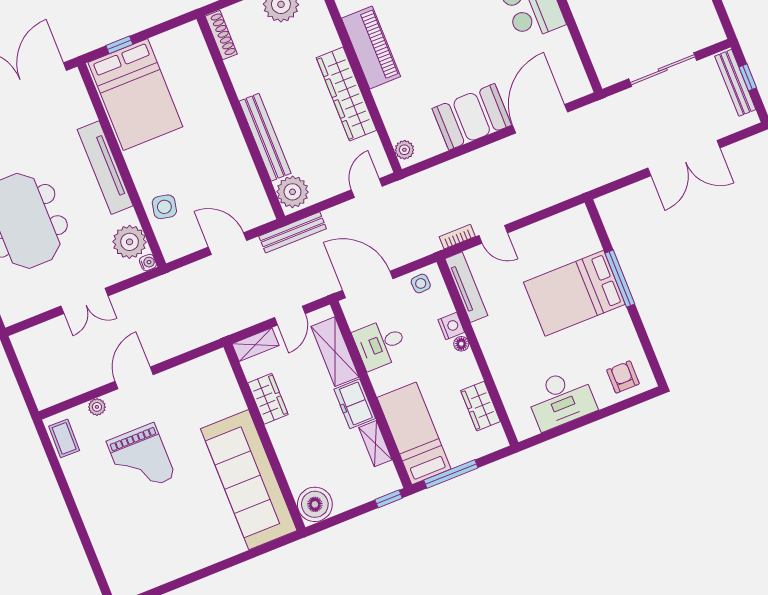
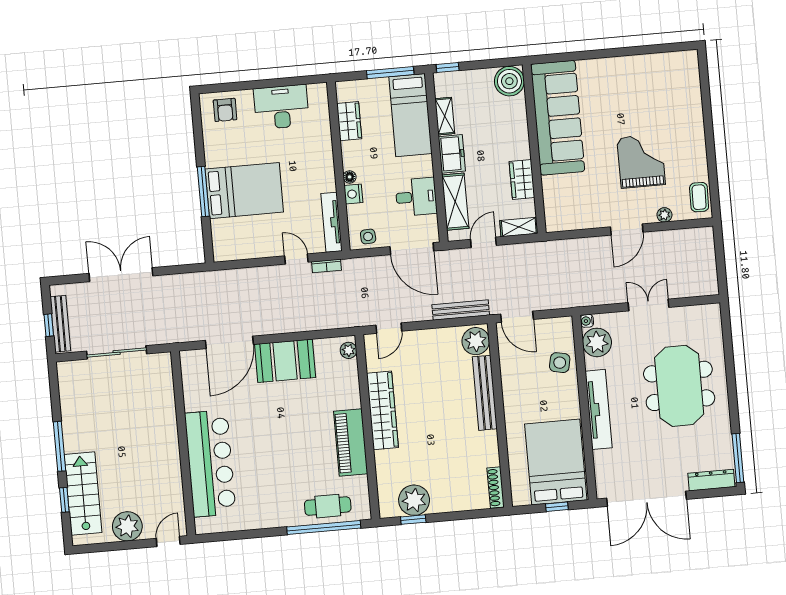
shoe rack: (221, 35) -> (496, 487), moved
wall: (241, 117) -> (500, 415), moved
bench: (265, 137) -> (485, 393), moved
plant: (292, 192) -> (476, 341), moved

